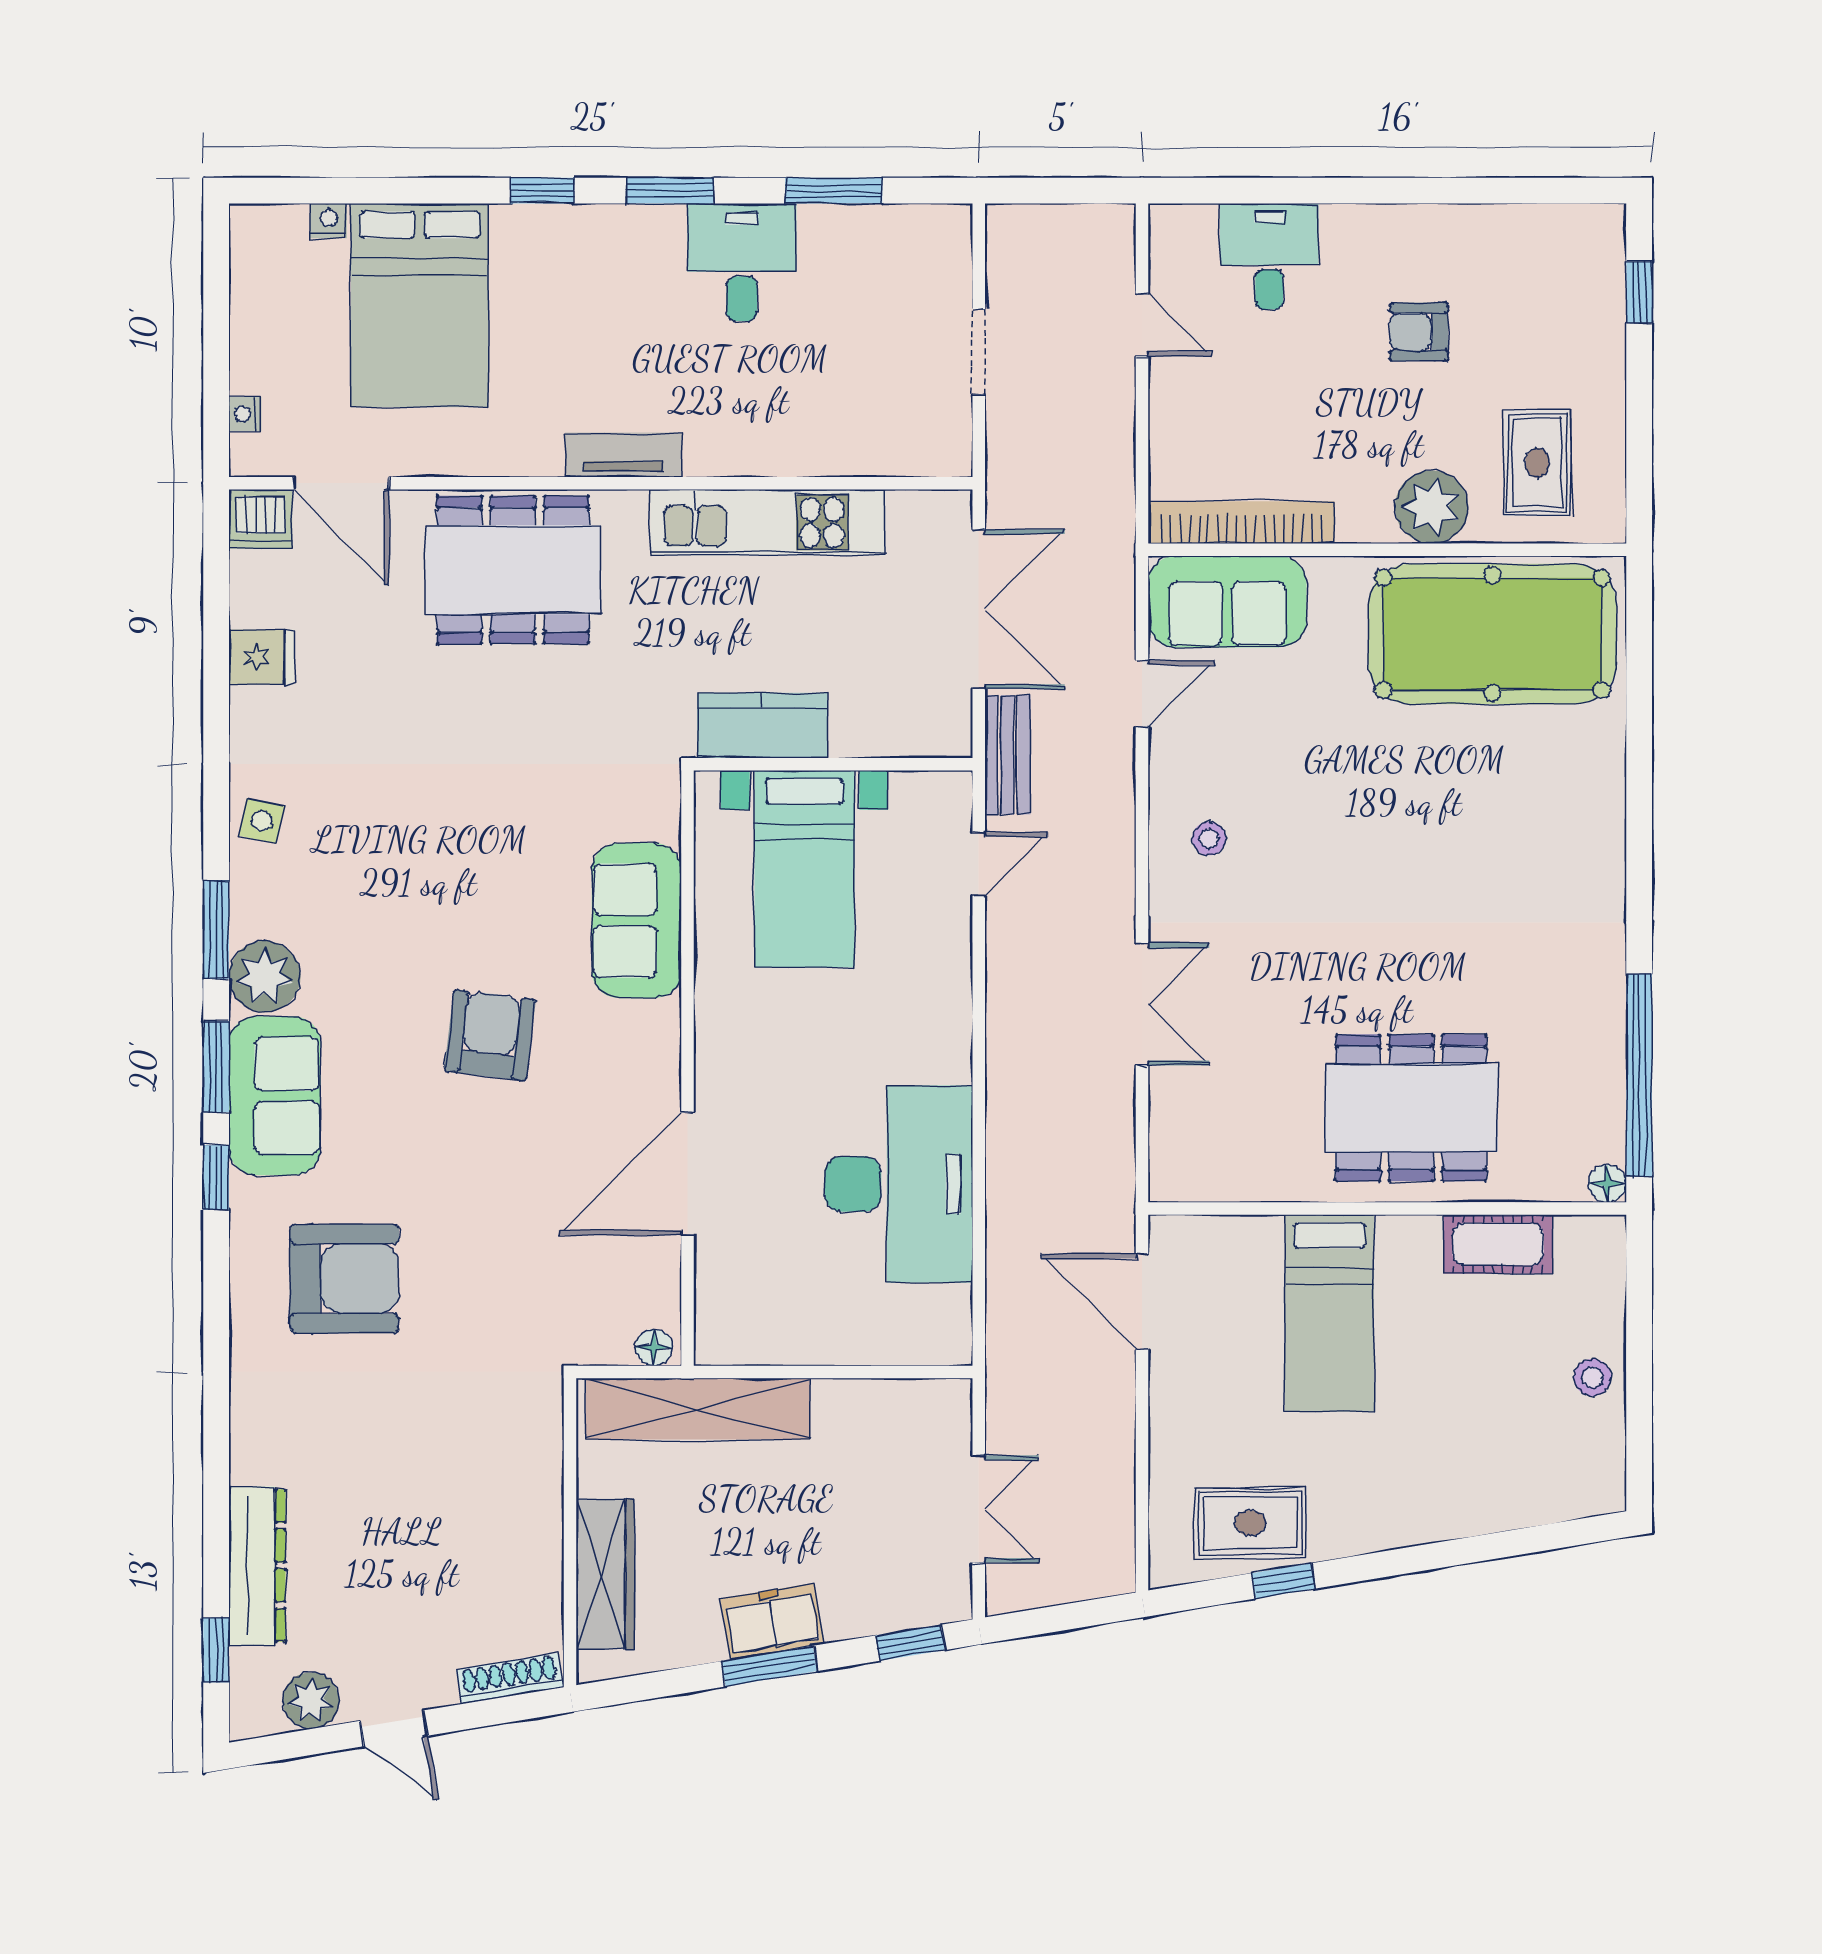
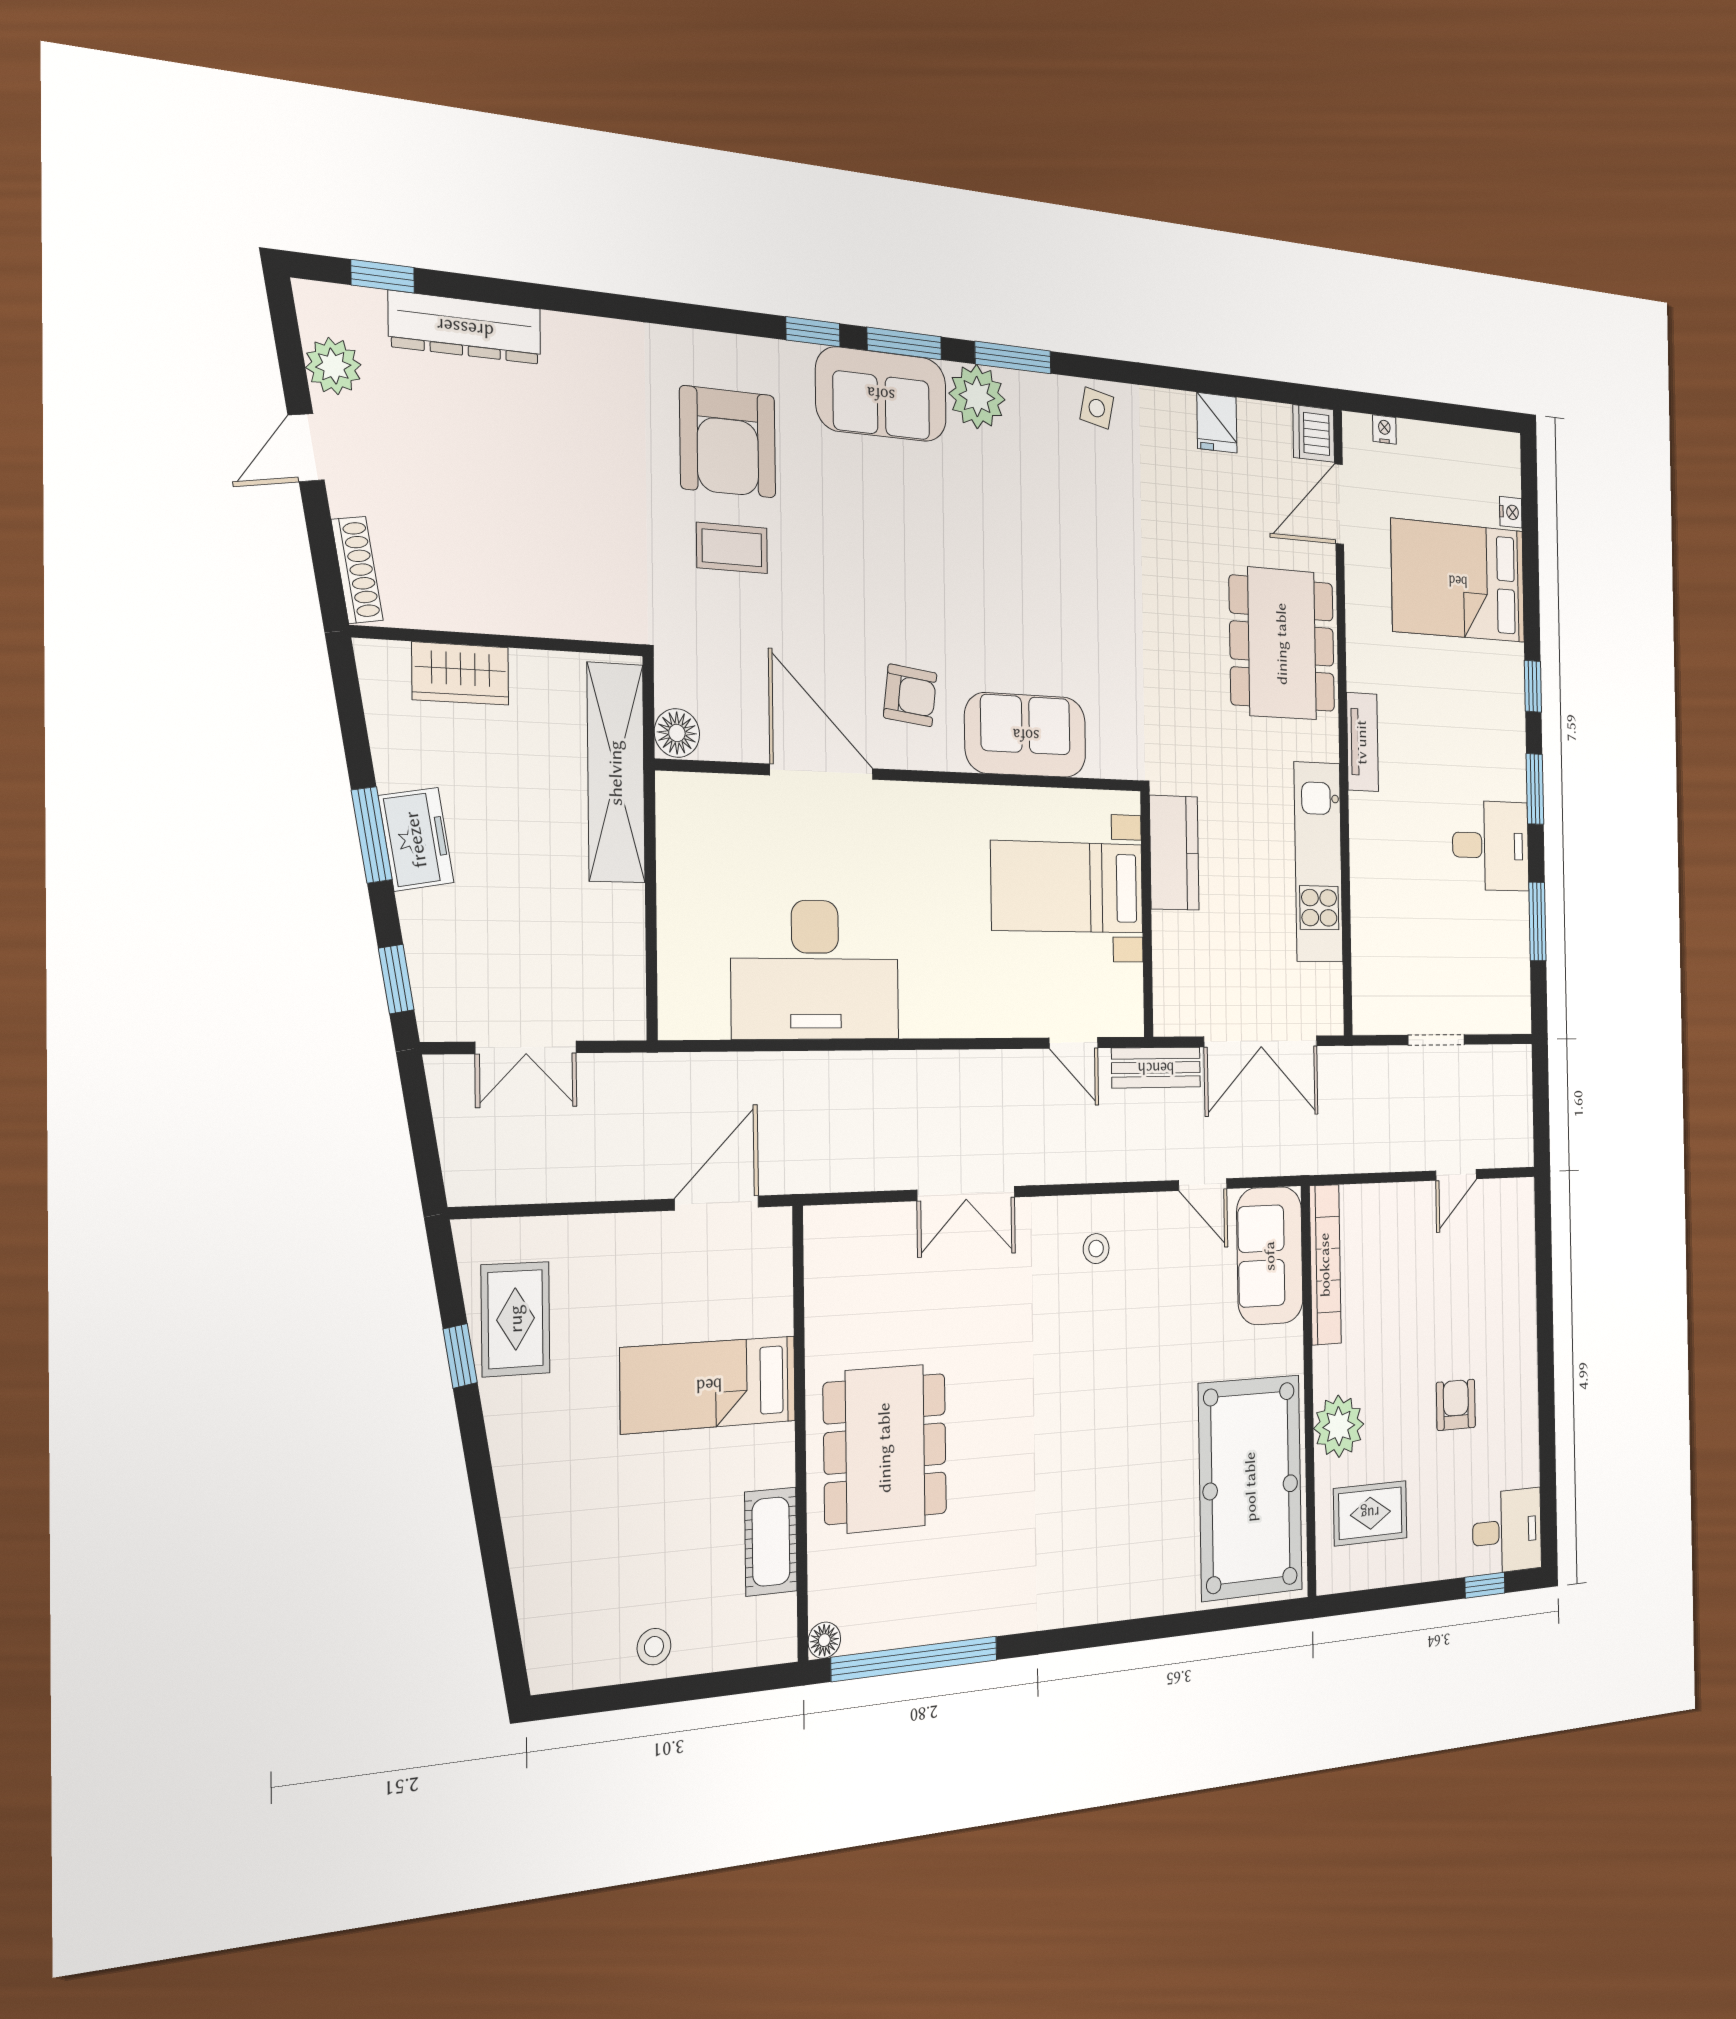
desk: (1269, 256) -> (1507, 1531), moved
armchair: (490, 1035) -> (910, 695), moved, width x0.72, depth x0.72
coffee table: (456, 1275) -> (732, 548), added
floor lamp: (654, 1347) -> (677, 733), width x1.37, depth x1.37
wardrobe: (605, 1574) -> (460, 673), width x0.67

